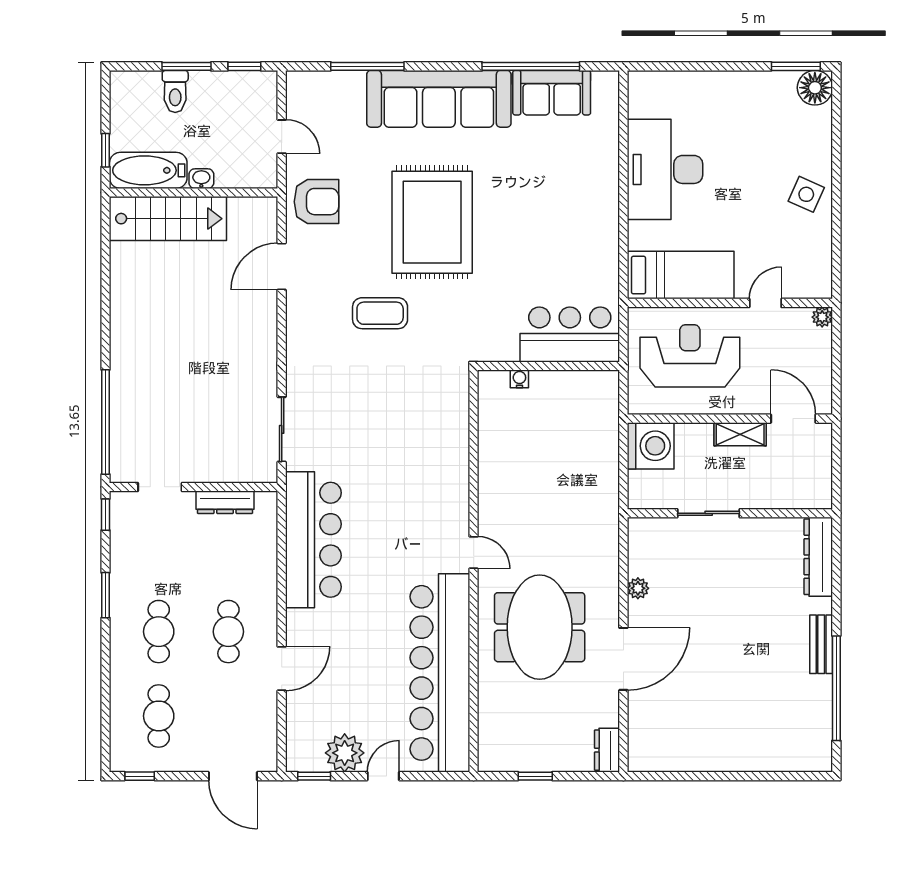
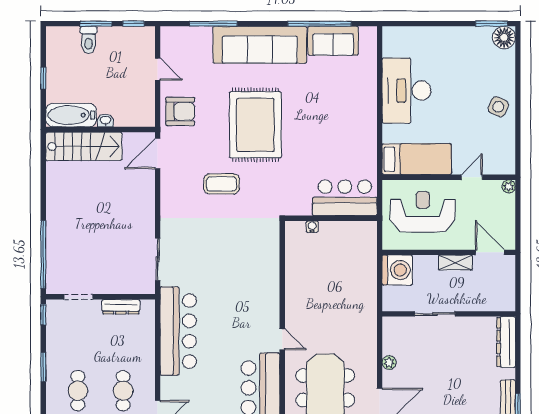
bathtub: (148, 170) -> (71, 115), moved
washbasin: (201, 179) -> (106, 120), moved
wall: (194, 193) -> (100, 129), moved
stairs: (168, 219) -> (84, 146), moved

